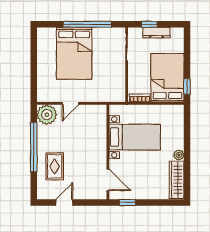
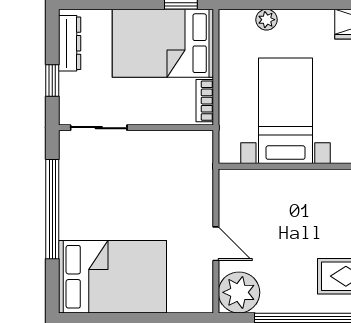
dresser: (156, 33) -> (70, 43), moved
bed: (74, 53) -> (112, 277), moved
plant: (179, 155) -> (267, 20), moved

